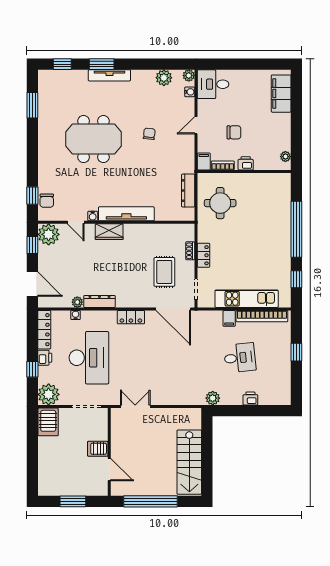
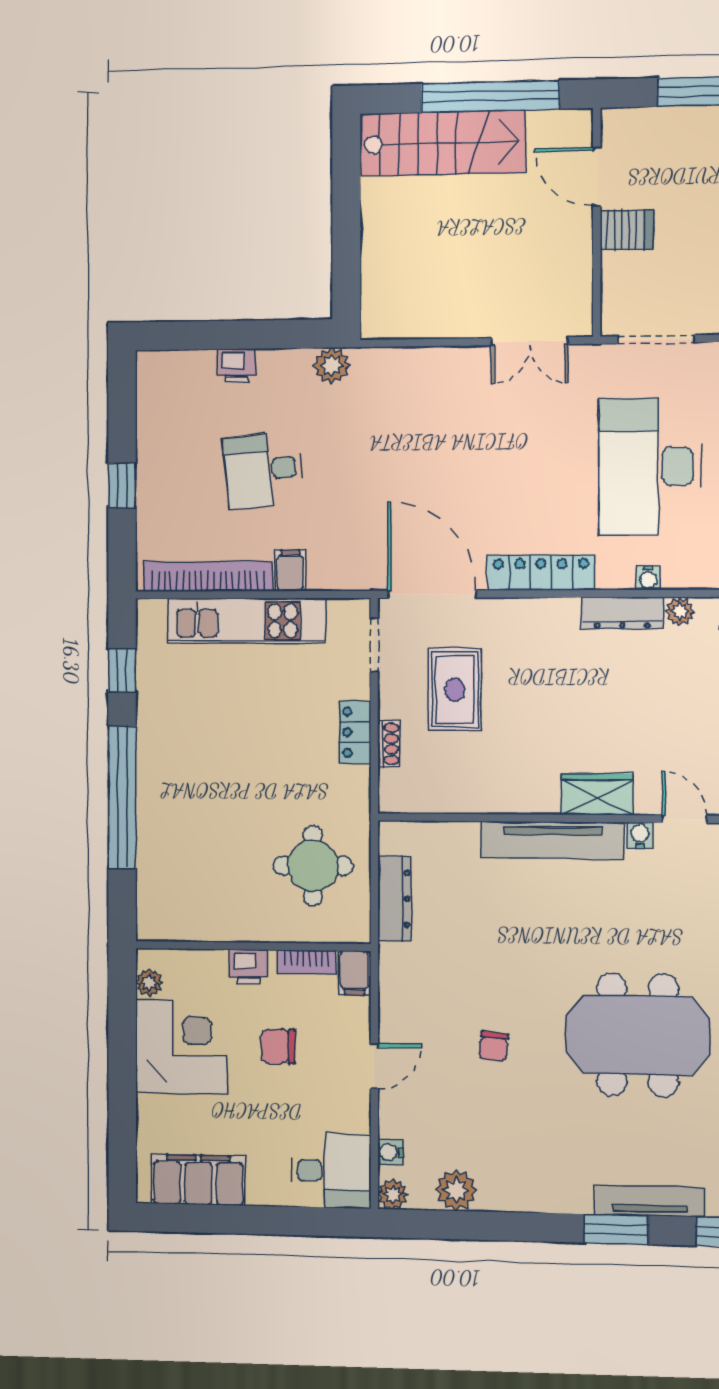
tv unit: (109, 75) -> (650, 1201), moved
filing cabinet: (281, 94) -> (198, 1180), moved, turned -90
corner desk: (273, 132) -> (181, 1046), added
water cooler: (76, 315) -> (648, 578), moved
locker: (131, 317) -> (541, 573), width x1.53
stairs: (189, 462) -> (442, 143), moved, turned 90

